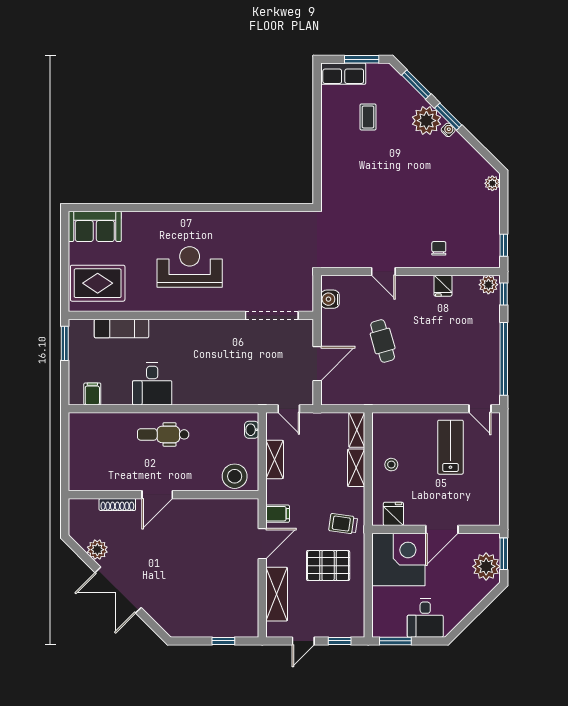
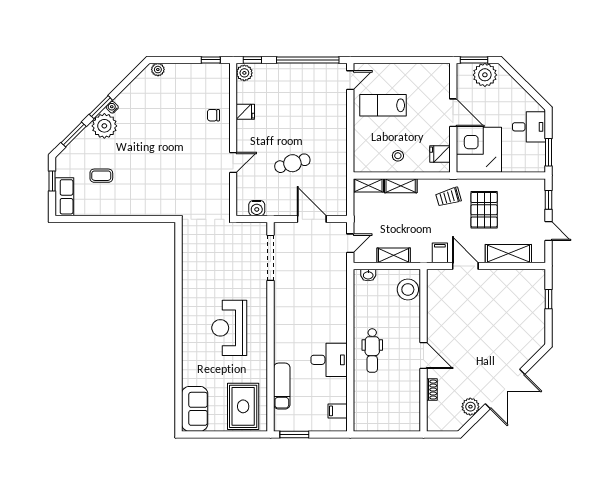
window: (362, 59) -> (52, 181), width x0.67
shoe rack: (117, 504) -> (432, 390), width x0.70
trolley: (343, 524) -> (448, 197), turned 66

